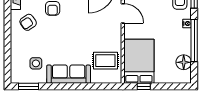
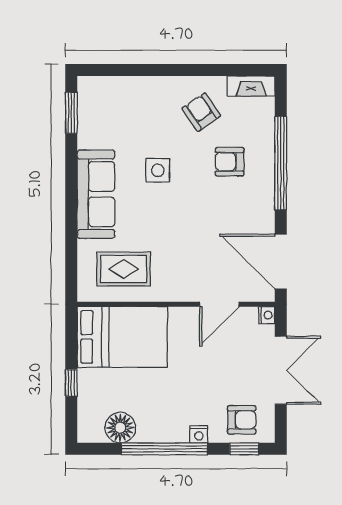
rug: (105, 61) -> (124, 269), turned 90
side table: (36, 63) -> (158, 170), moved
window: (144, 86) -> (71, 383), moved

